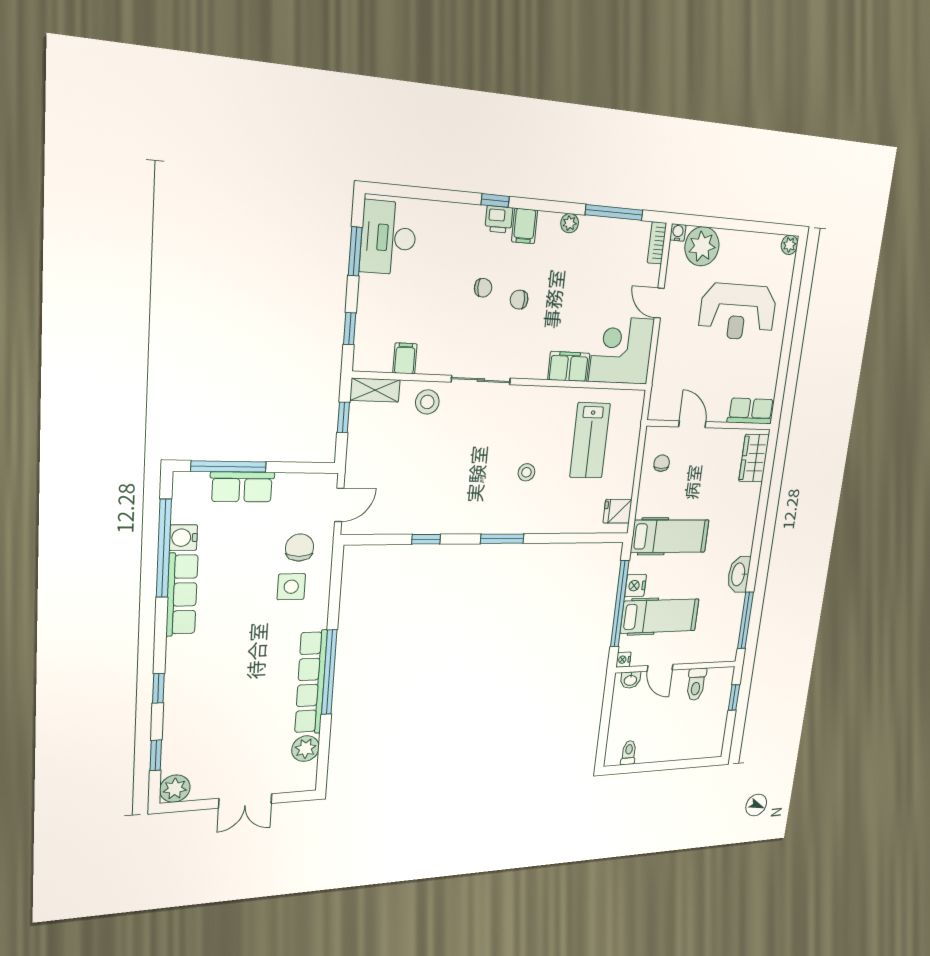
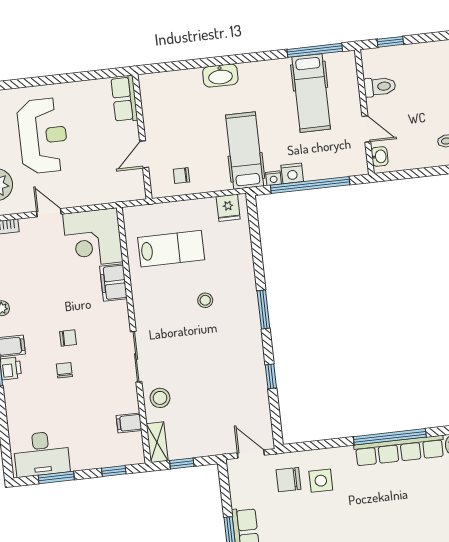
chair: (519, 300) -> (68, 338), turned -90
door: (659, 303) -> (49, 213), swing flipped
wardrobe: (754, 458) -> (165, 84), removed
washbasin: (739, 574) -> (220, 76), moved
hospital bed: (660, 616) -> (311, 93), moved, turned 180
nightstand: (623, 660) -> (274, 178), moved
door: (660, 668) -> (366, 129), hinge flipped

